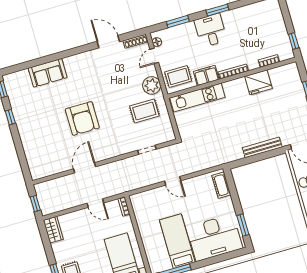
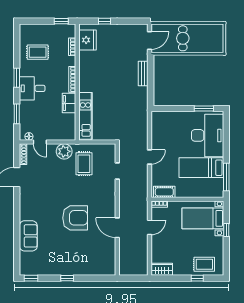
rug: (178, 77) -> (38, 52), moved, turned 90
fridge: (258, 82) -> (87, 40), moved
window: (10, 117) -> (67, 278), moved
bench: (262, 147) -> (143, 73), width x0.73
cot: (221, 185) -> (164, 192), moved
window: (35, 204) -> (135, 278), removed

